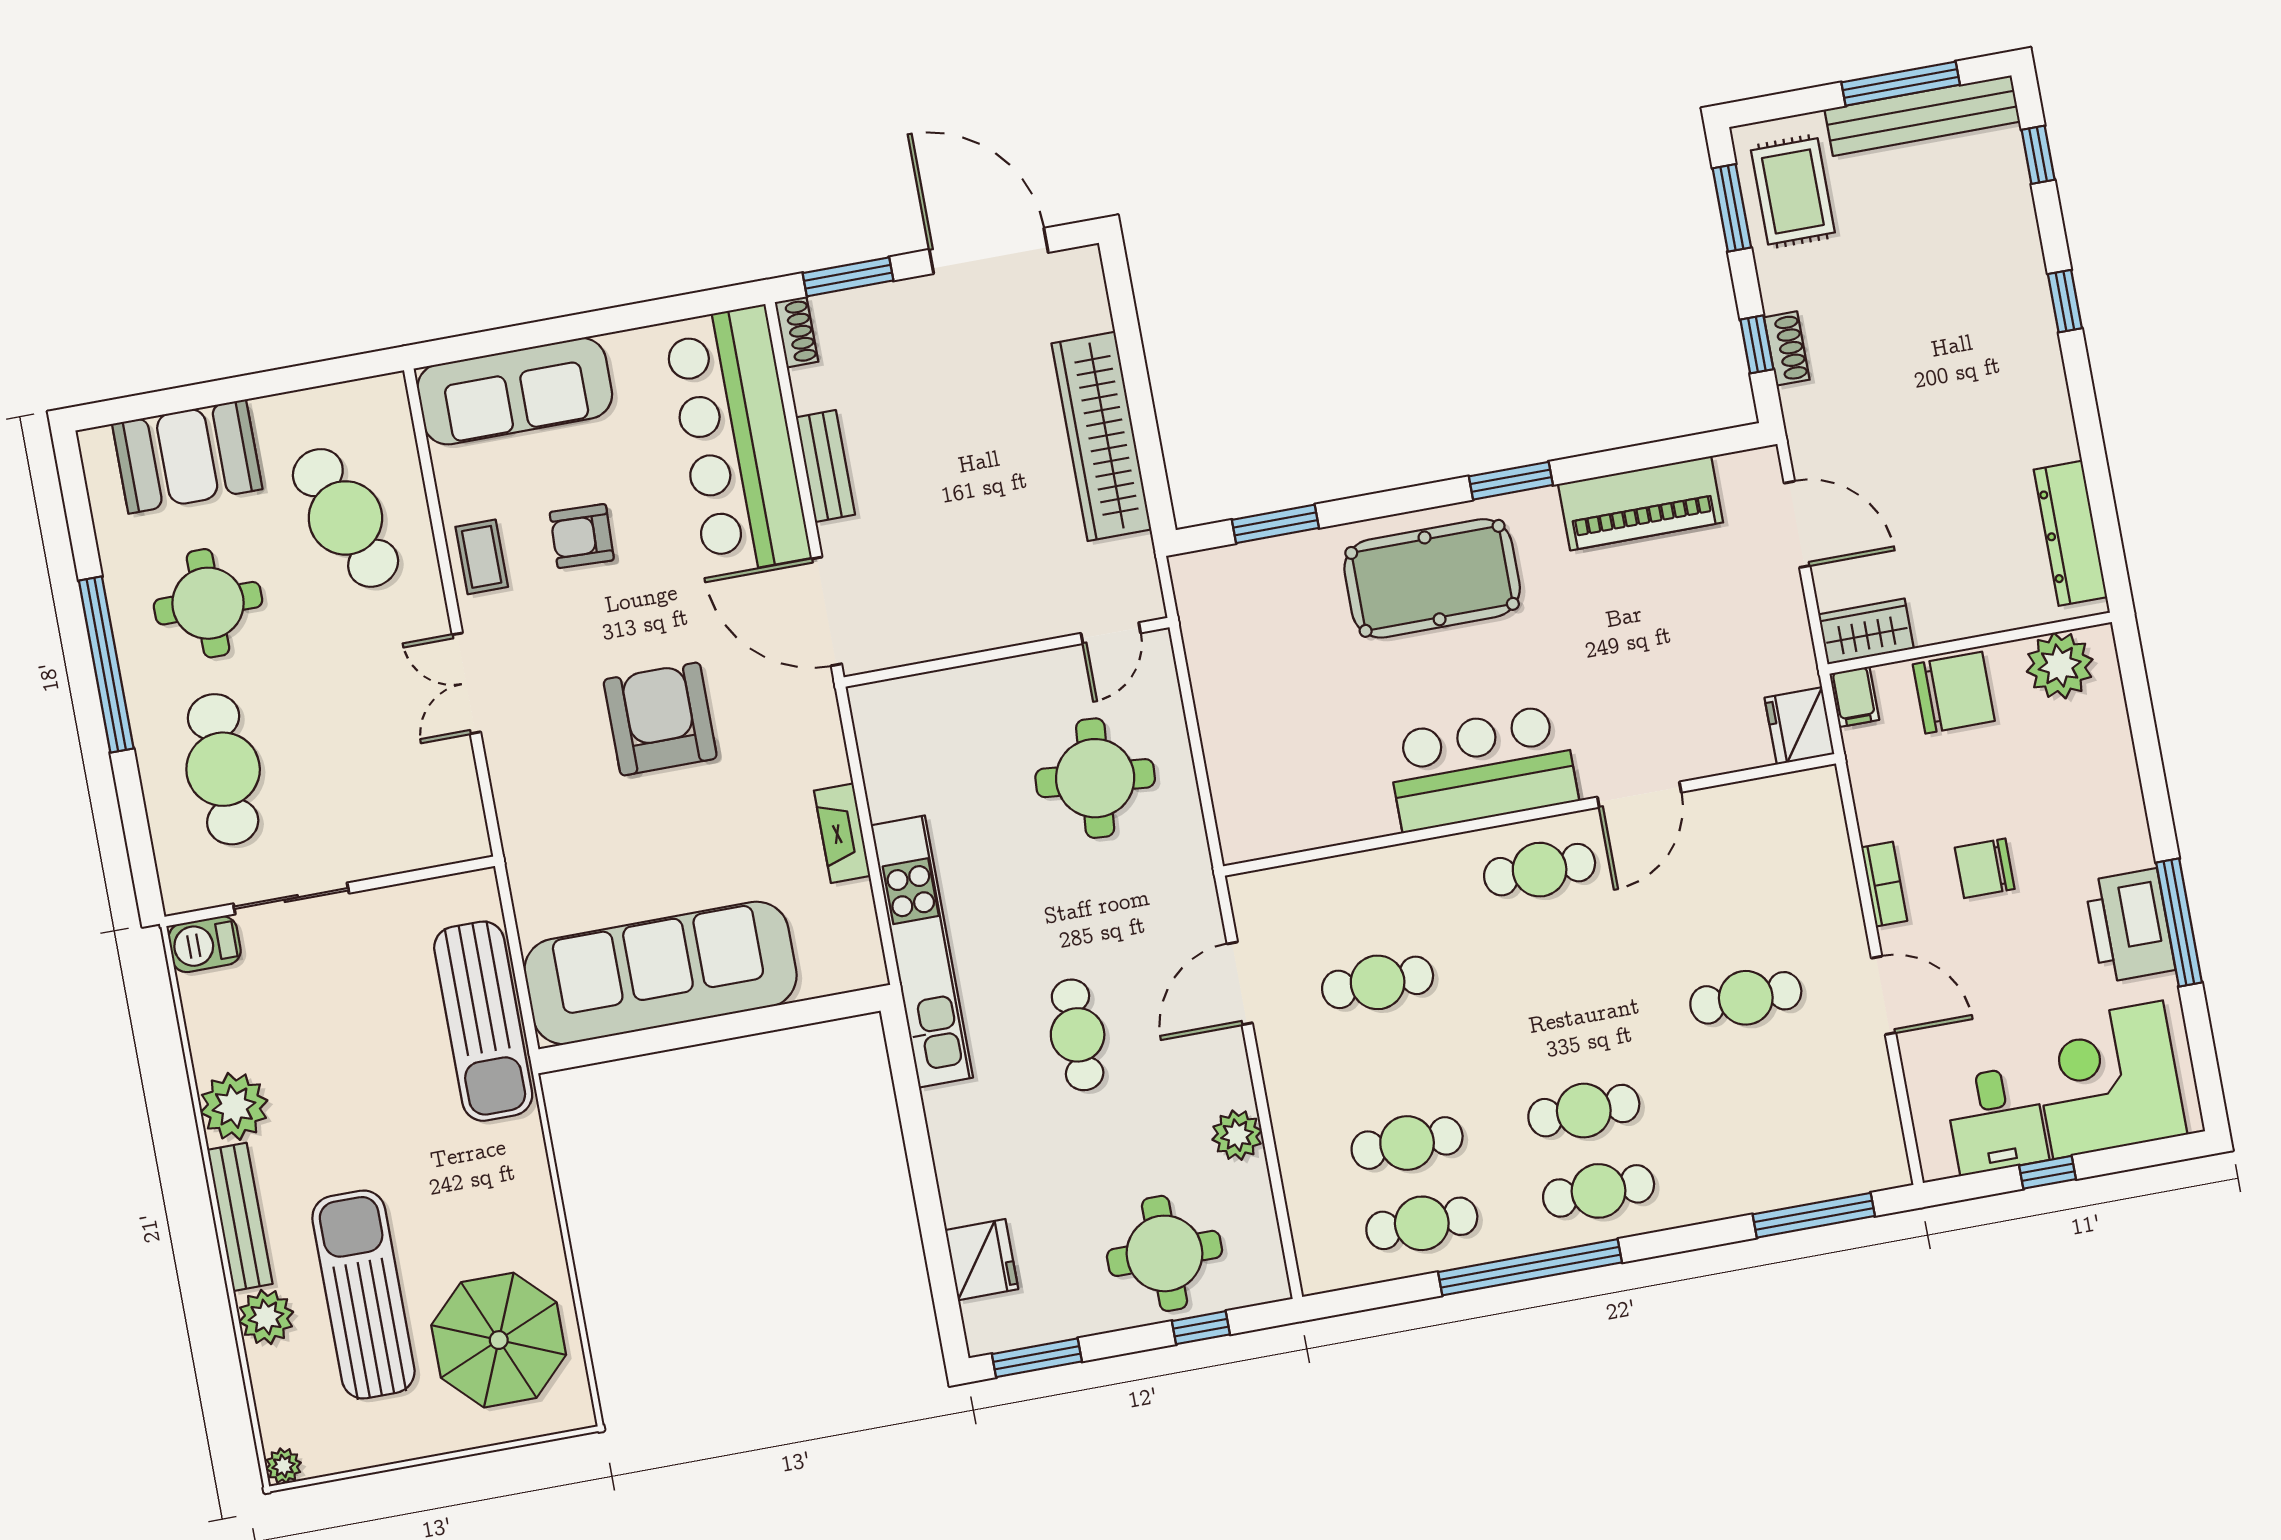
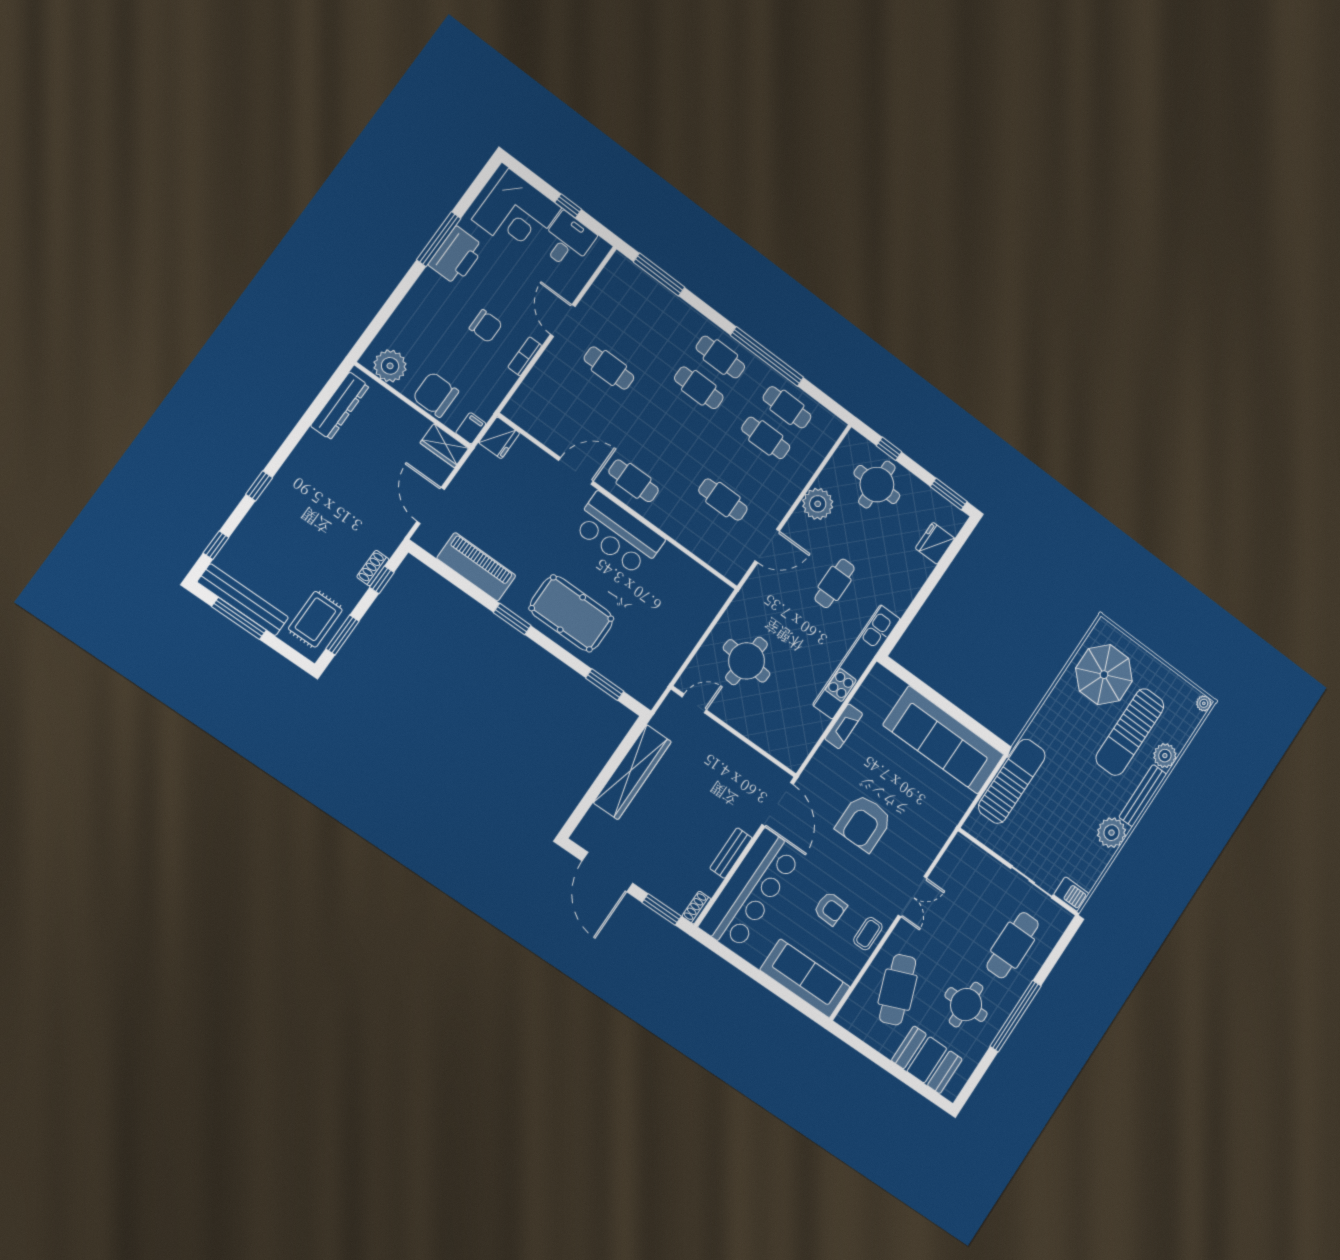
plant: (1237, 1135) -> (818, 504), width x1.36, depth x1.36

